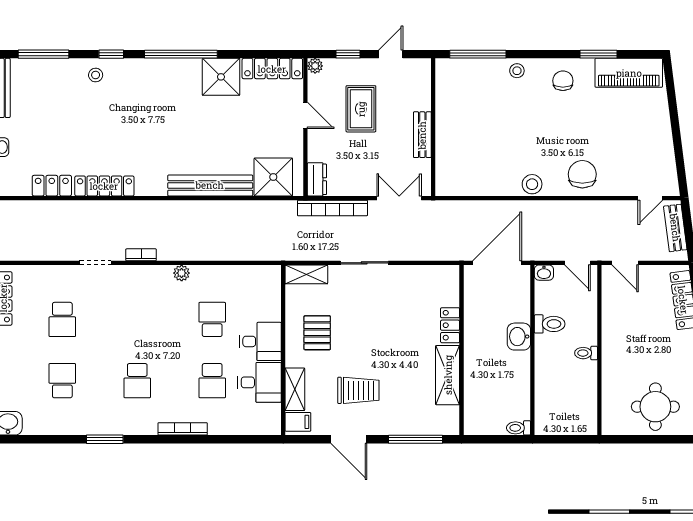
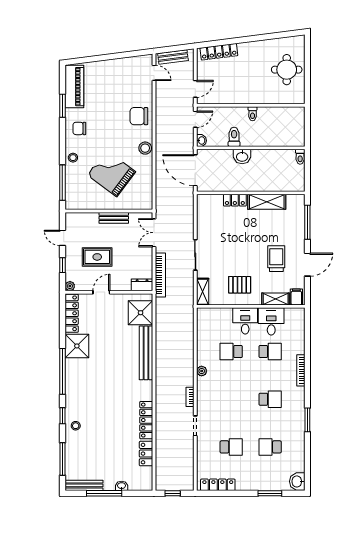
grand piano: (492, 131) -> (111, 173), added

